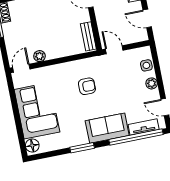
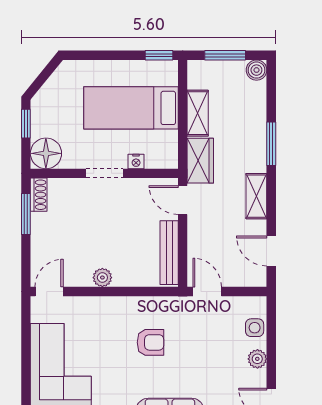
bench: (88, 36) -> (169, 253), width x1.36
plant: (40, 56) -> (102, 278), moved

